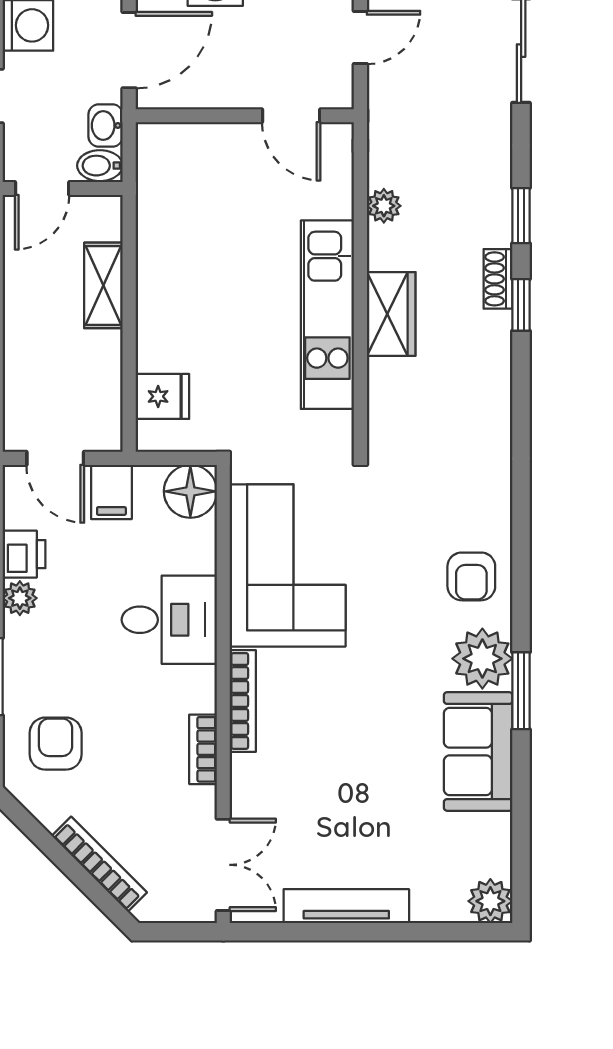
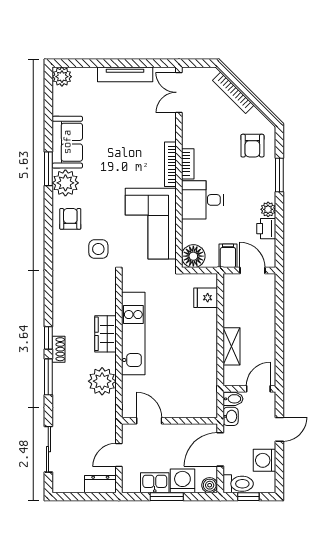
plant: (384, 206) -> (102, 381), width x1.88, depth x1.88
window: (521, 216) -> (48, 377), width x1.50
side table: (407, 508) -> (98, 249), added
bookcase: (203, 749) -> (188, 164), moved

